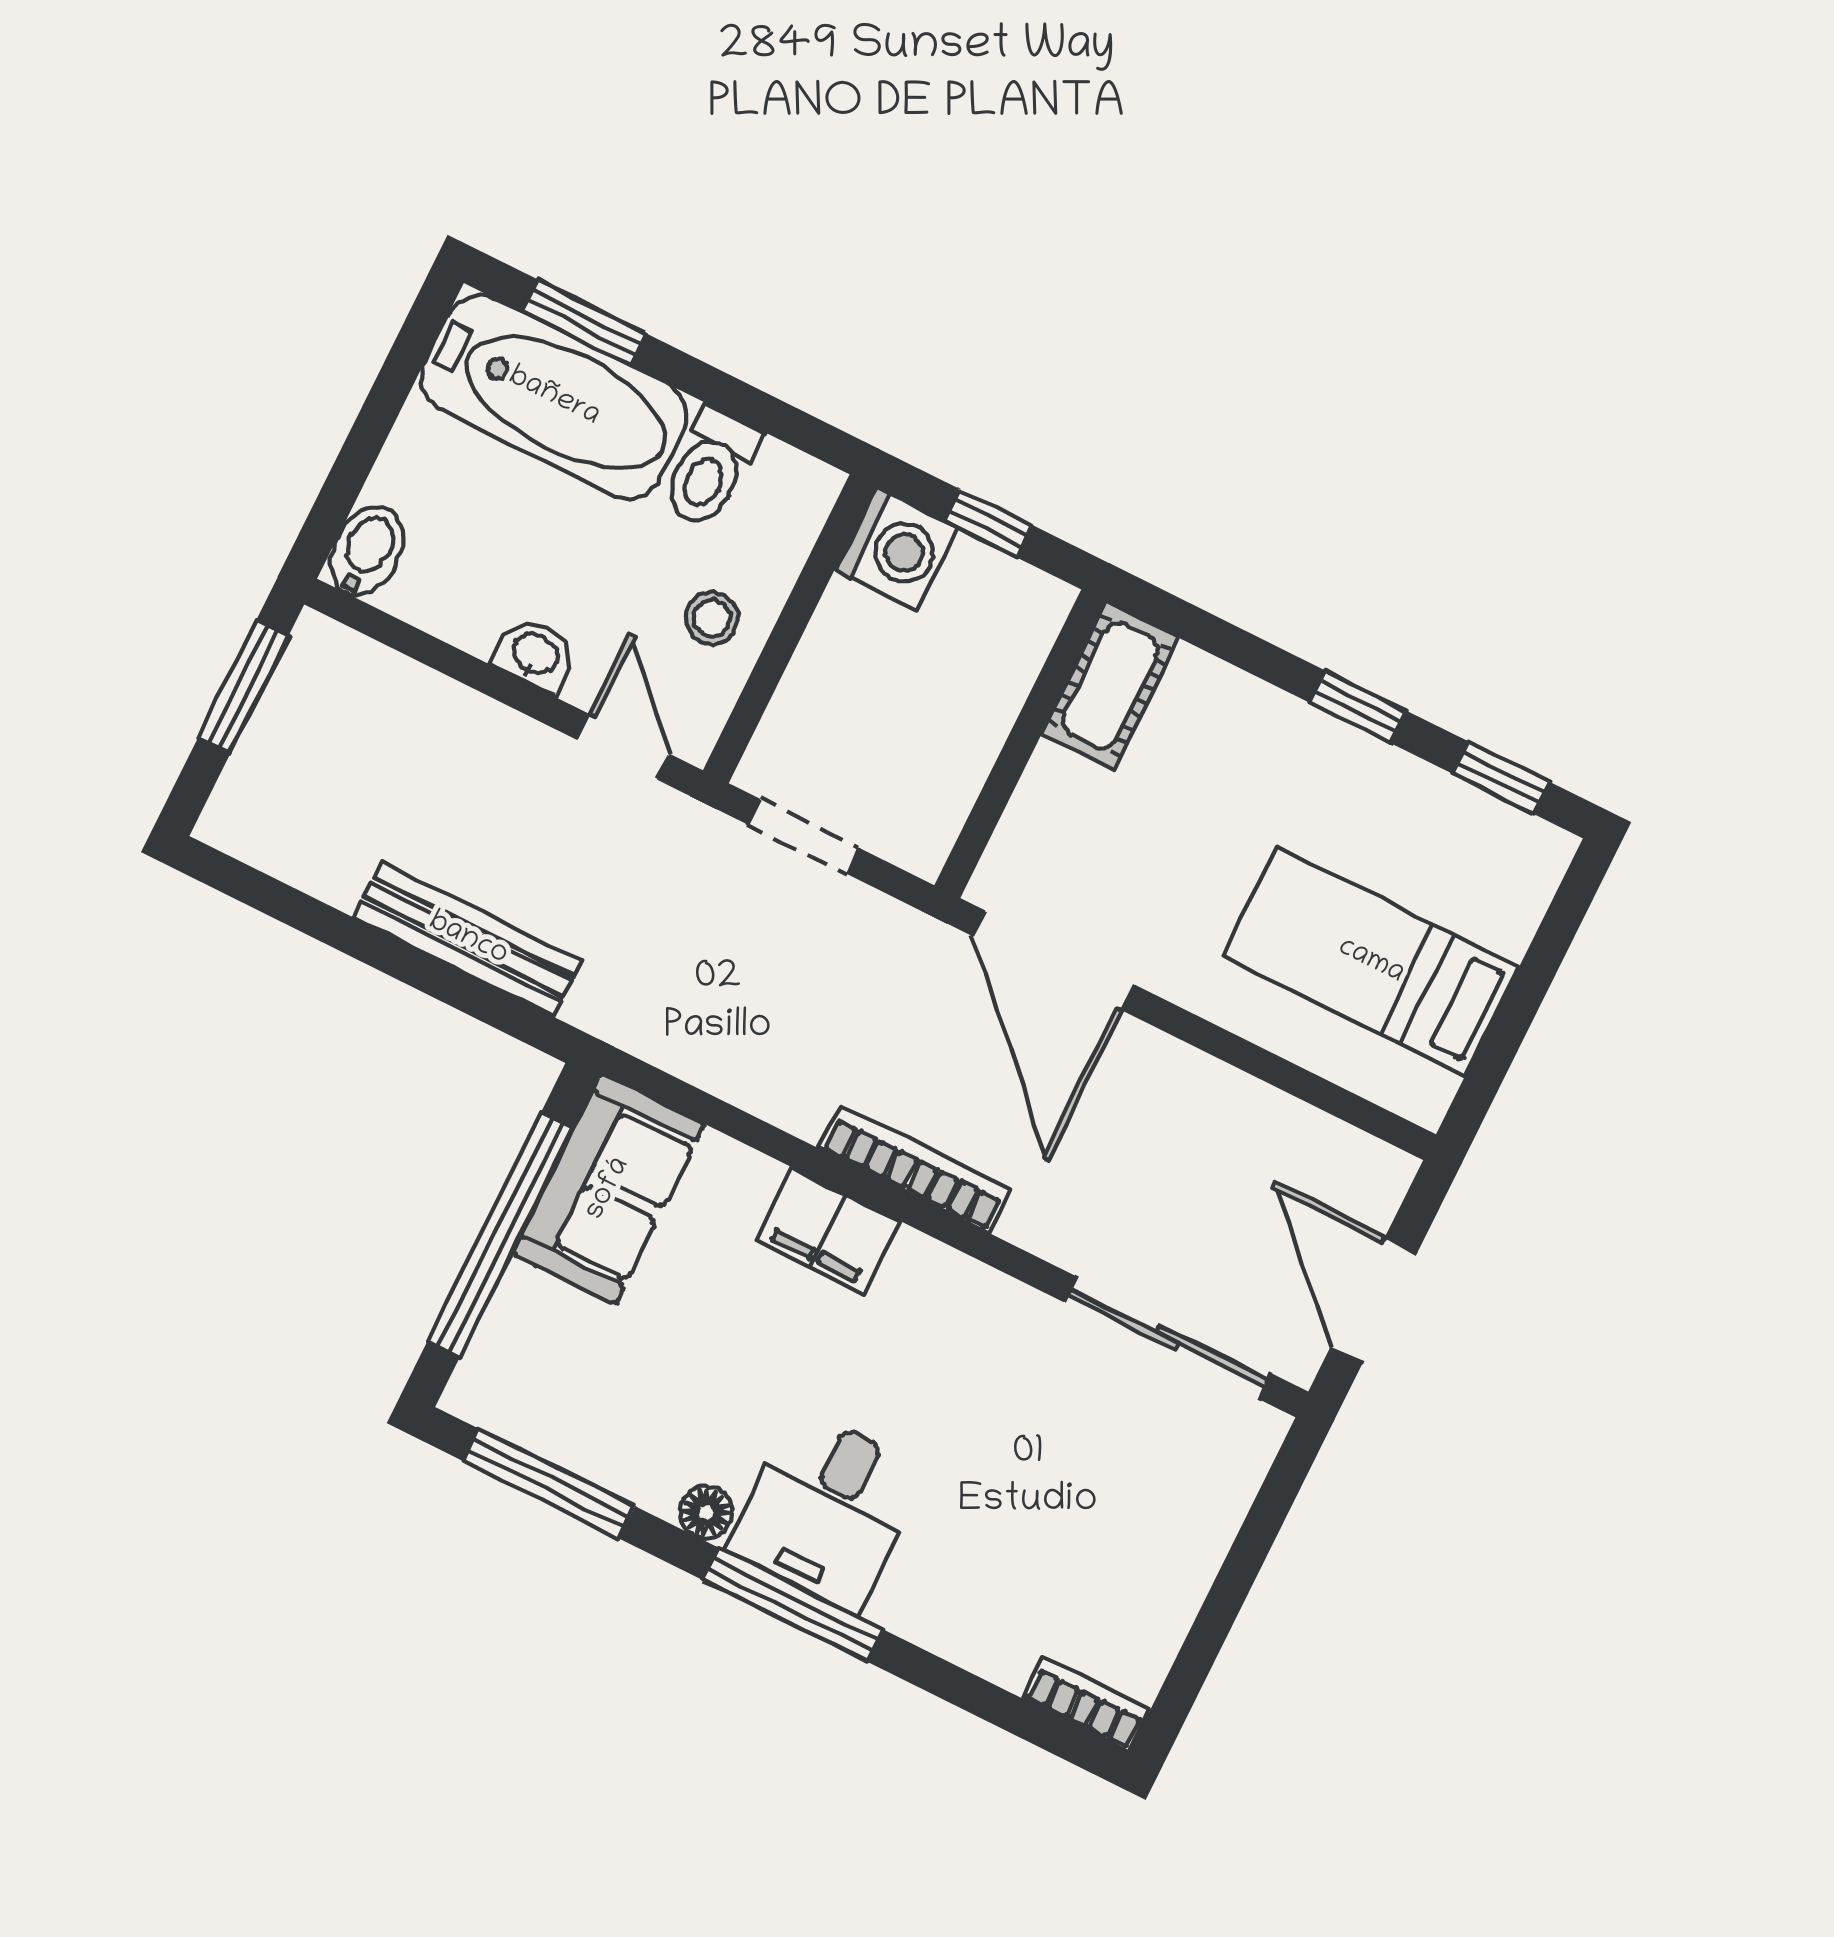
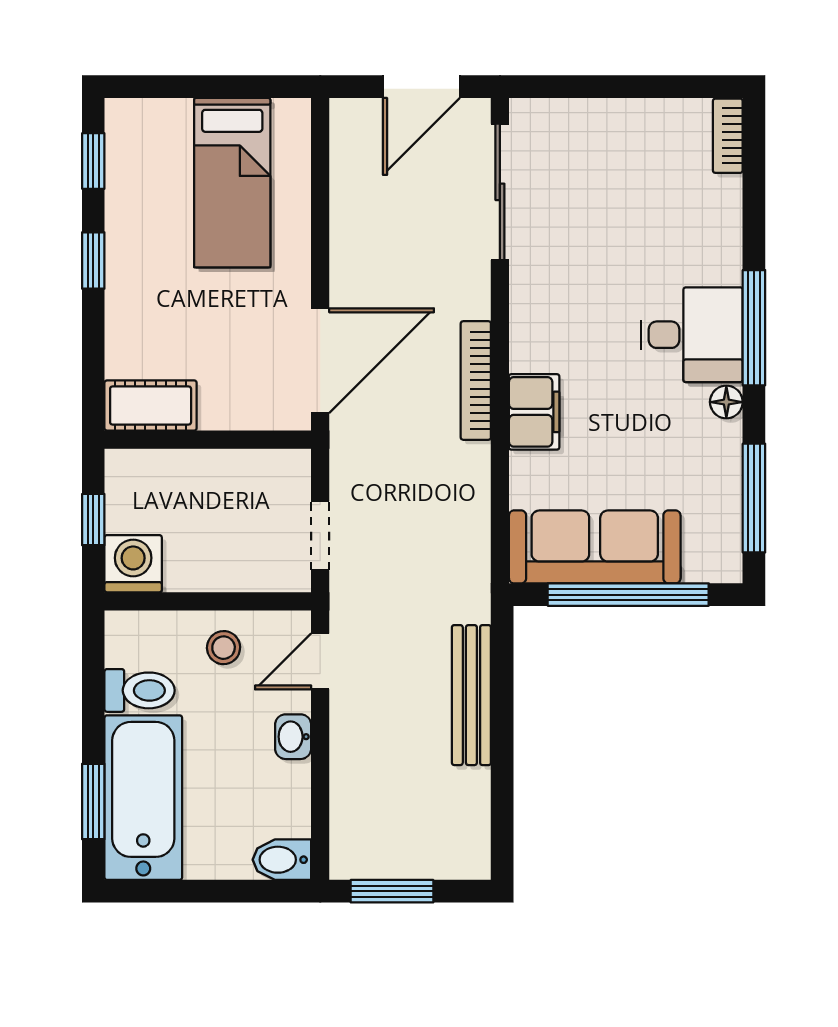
sofa: (608, 1189) -> (595, 547), width x1.36

